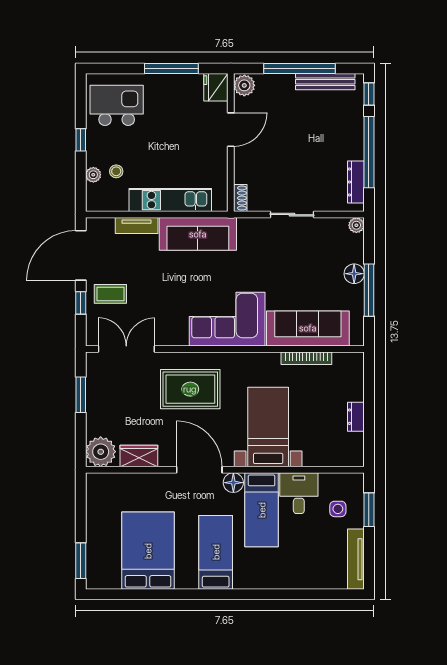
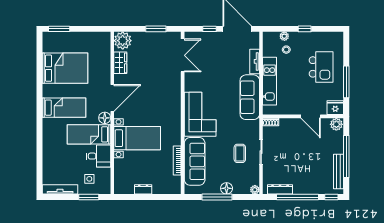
kitchen island: (117, 105) -> (321, 67), moved
coffee table: (110, 294) -> (240, 153), moved
rug: (190, 389) -> (159, 93), removed

